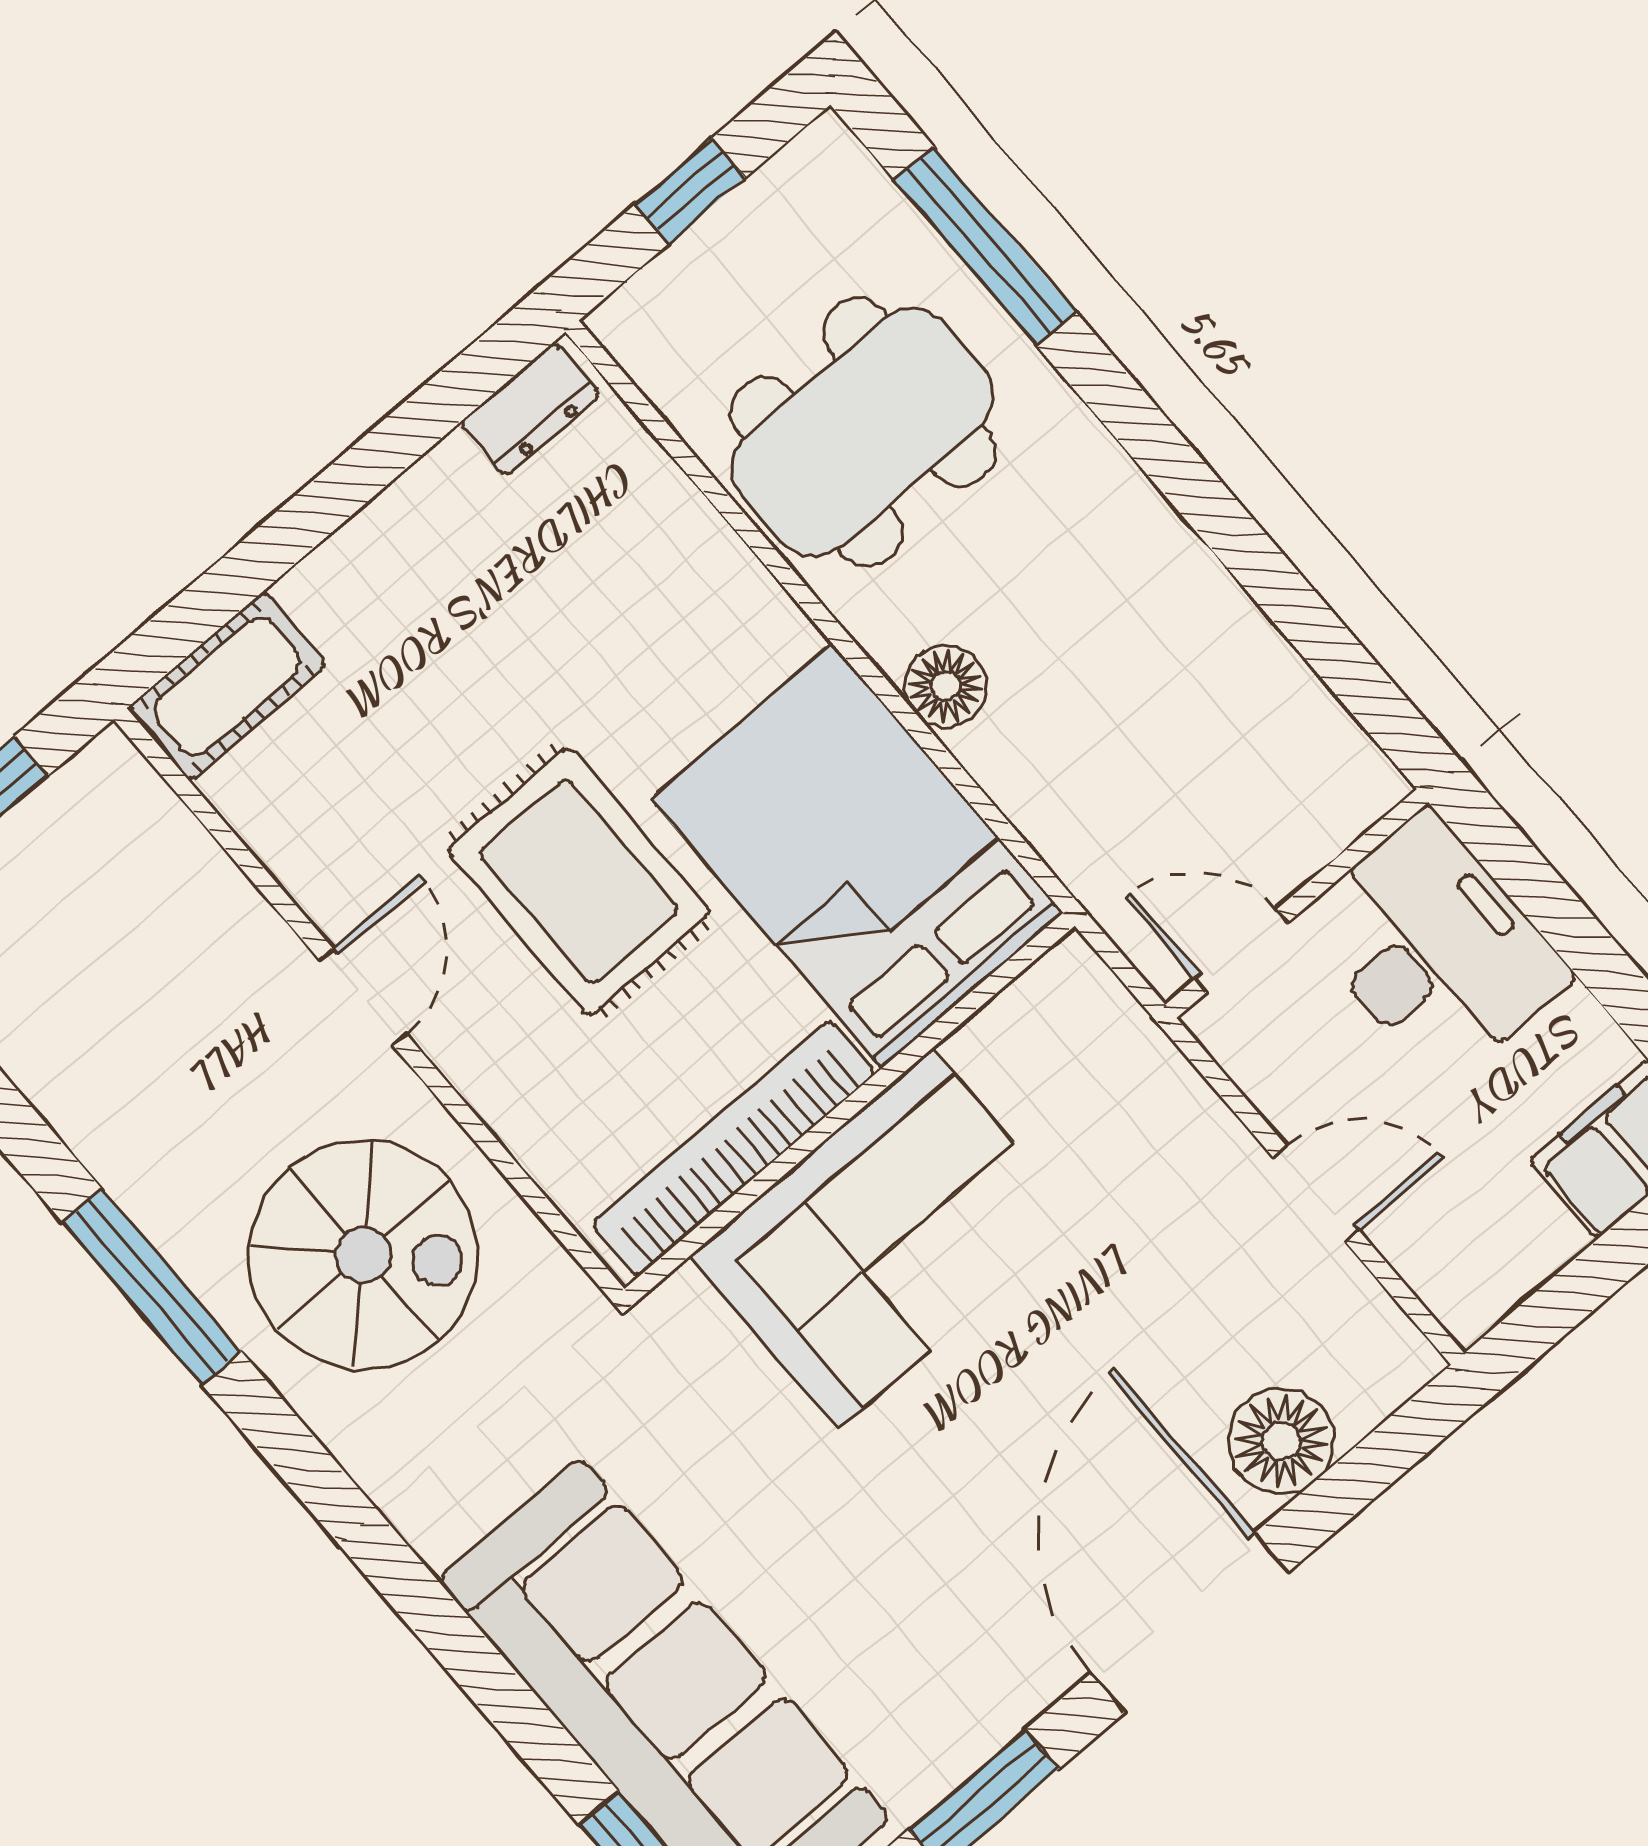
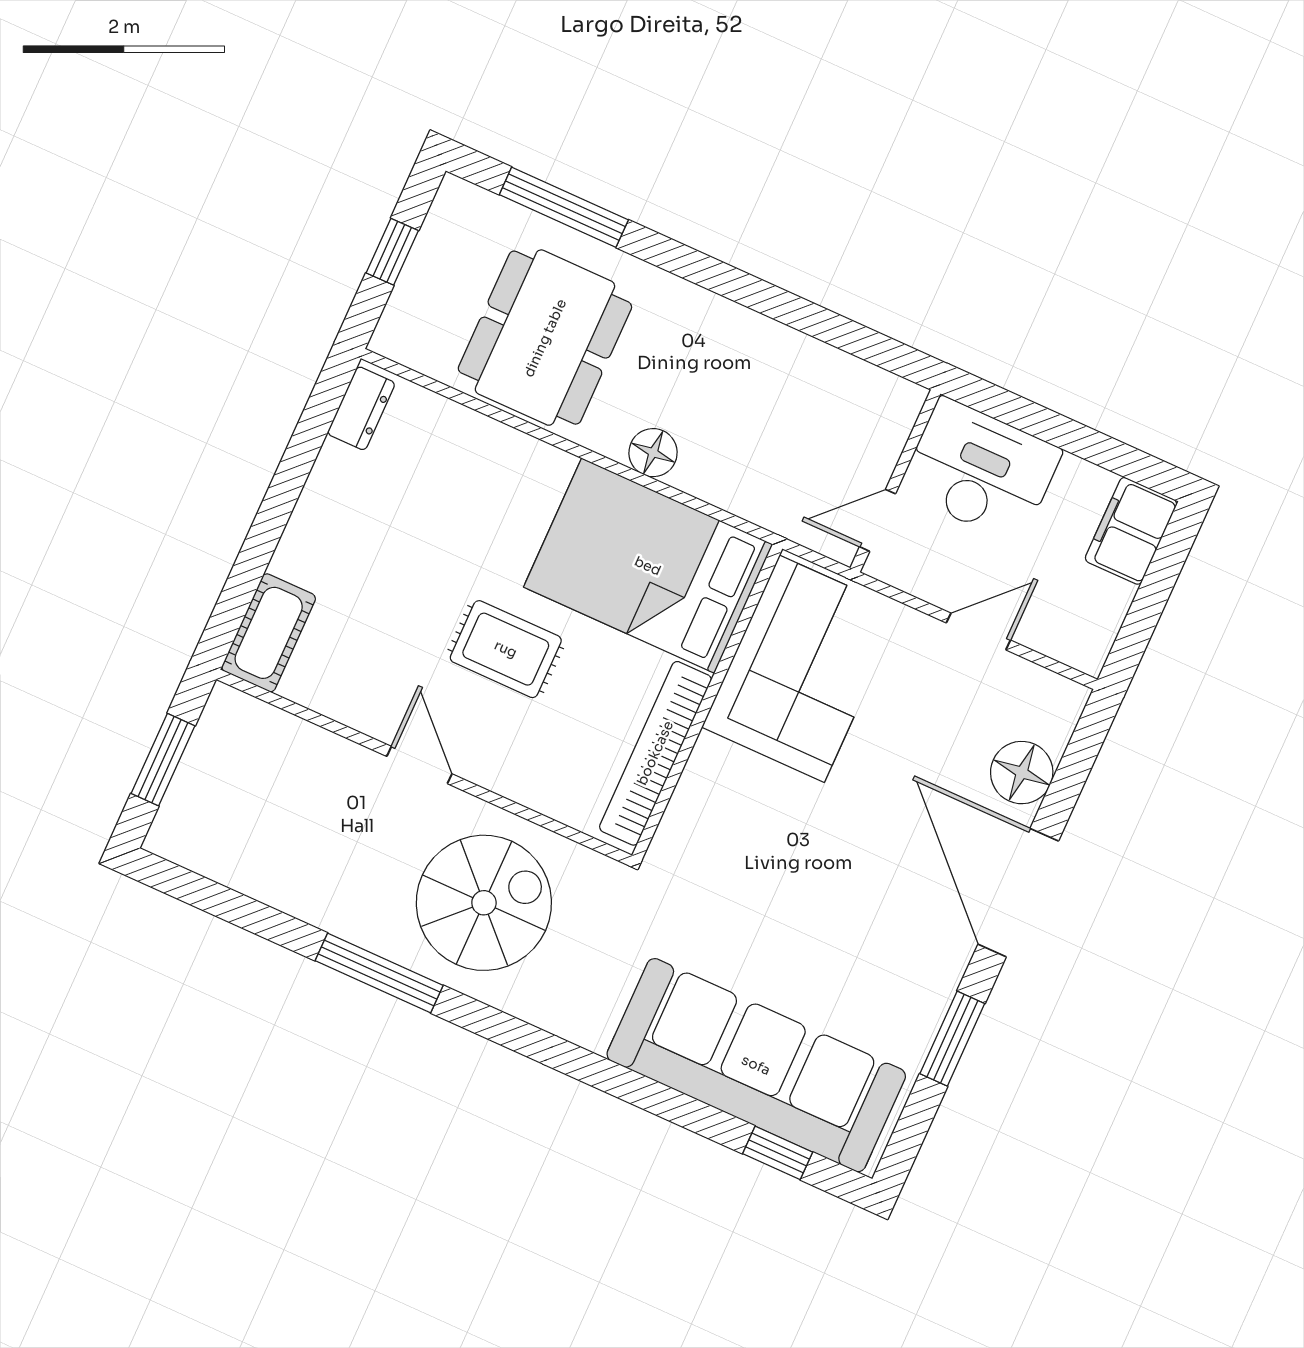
rug: (579, 881) -> (506, 649), width x0.73, depth x0.70
corner sofa: (885, 1238) -> (802, 669), moved

